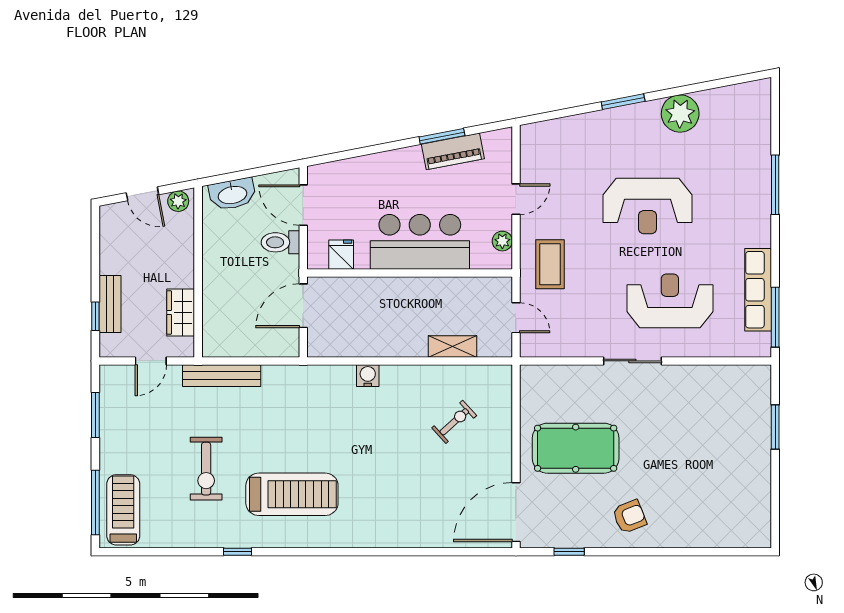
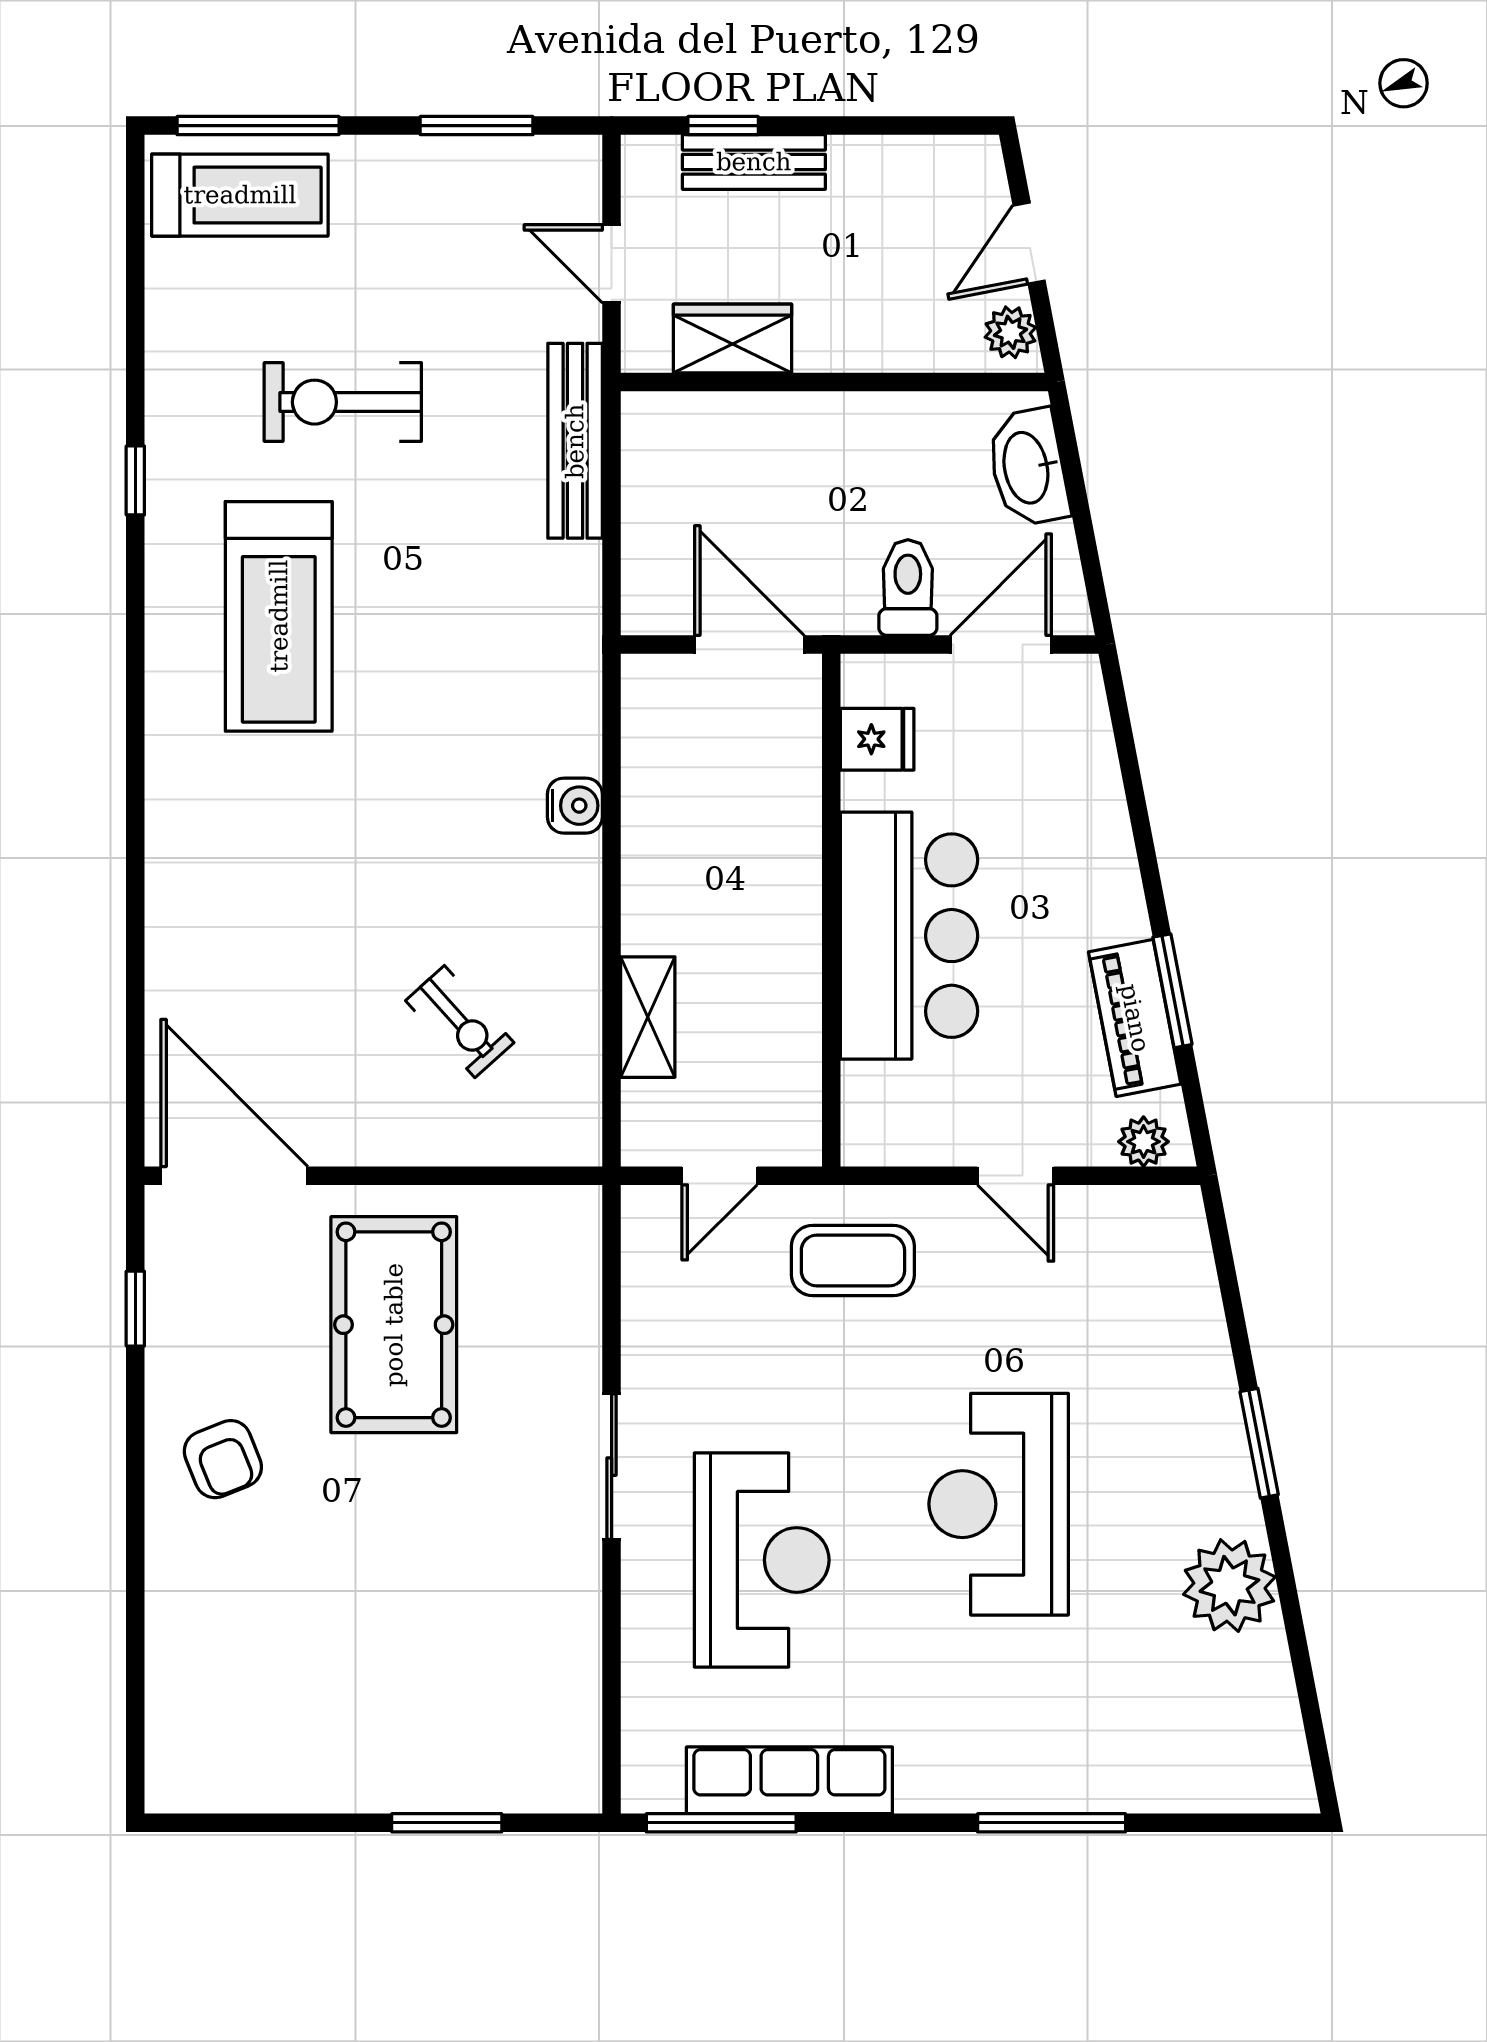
plant: (502, 241) -> (1144, 1142), moved

